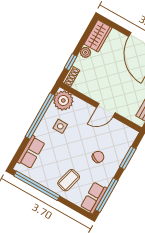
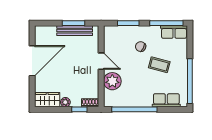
plant: (63, 101) -> (112, 81), moved
side table: (60, 126) -> (134, 89), removed
coffee table: (69, 180) -> (159, 65), moved

